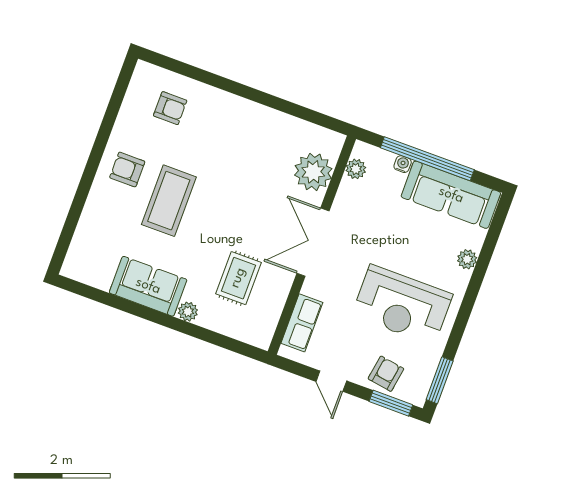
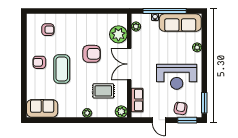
armchair: (243, 192) -> (92, 54), added
rug: (238, 278) -> (103, 91), turned 90
sofa: (148, 286) -> (42, 108), moved
plant: (260, 335) -> (121, 112), added

